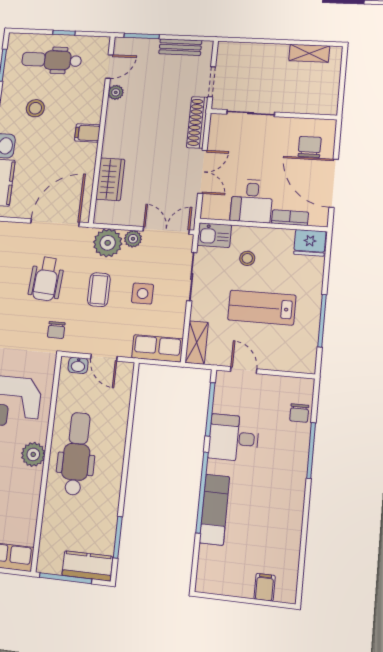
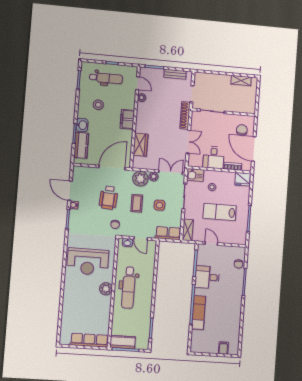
dental chair: (52, 60) -> (106, 78), turned 180
door: (109, 67) -> (138, 83), hinge flipped
filing cabinet: (87, 133) -> (127, 119), width x2.00
dental chair: (77, 454) -> (129, 288), turned 180
kitchen counter: (87, 566) -> (123, 342), moved

